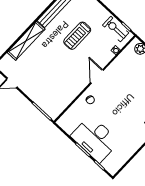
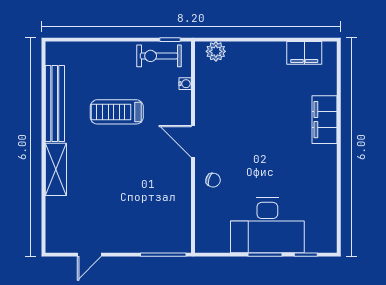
treadmill: (77, 36) -> (117, 112), turned 90
shelving: (26, 41) -> (56, 169), width x0.68

